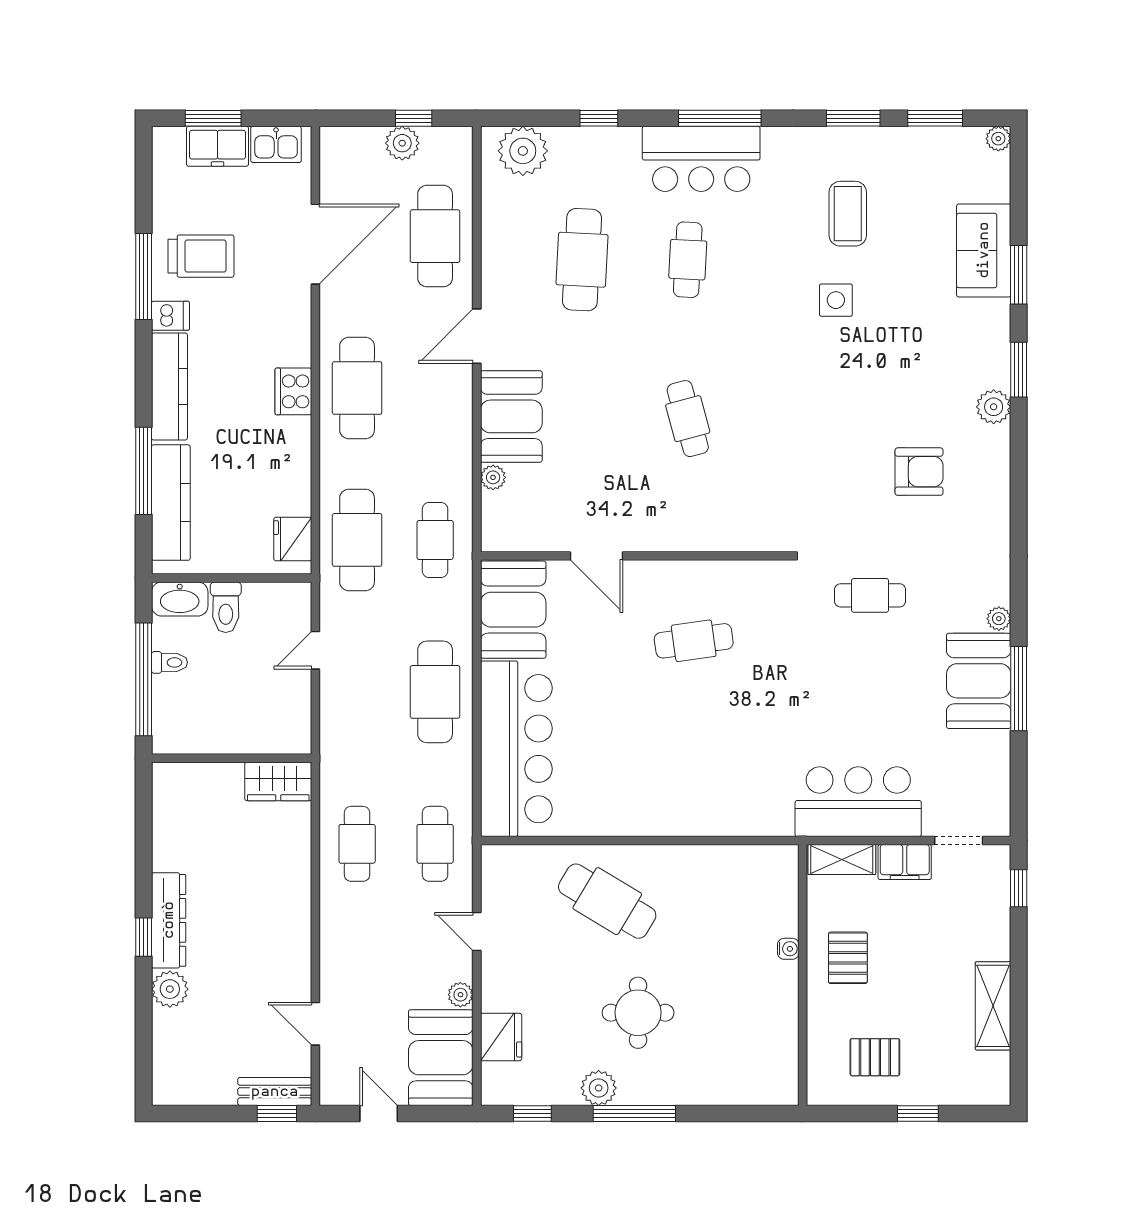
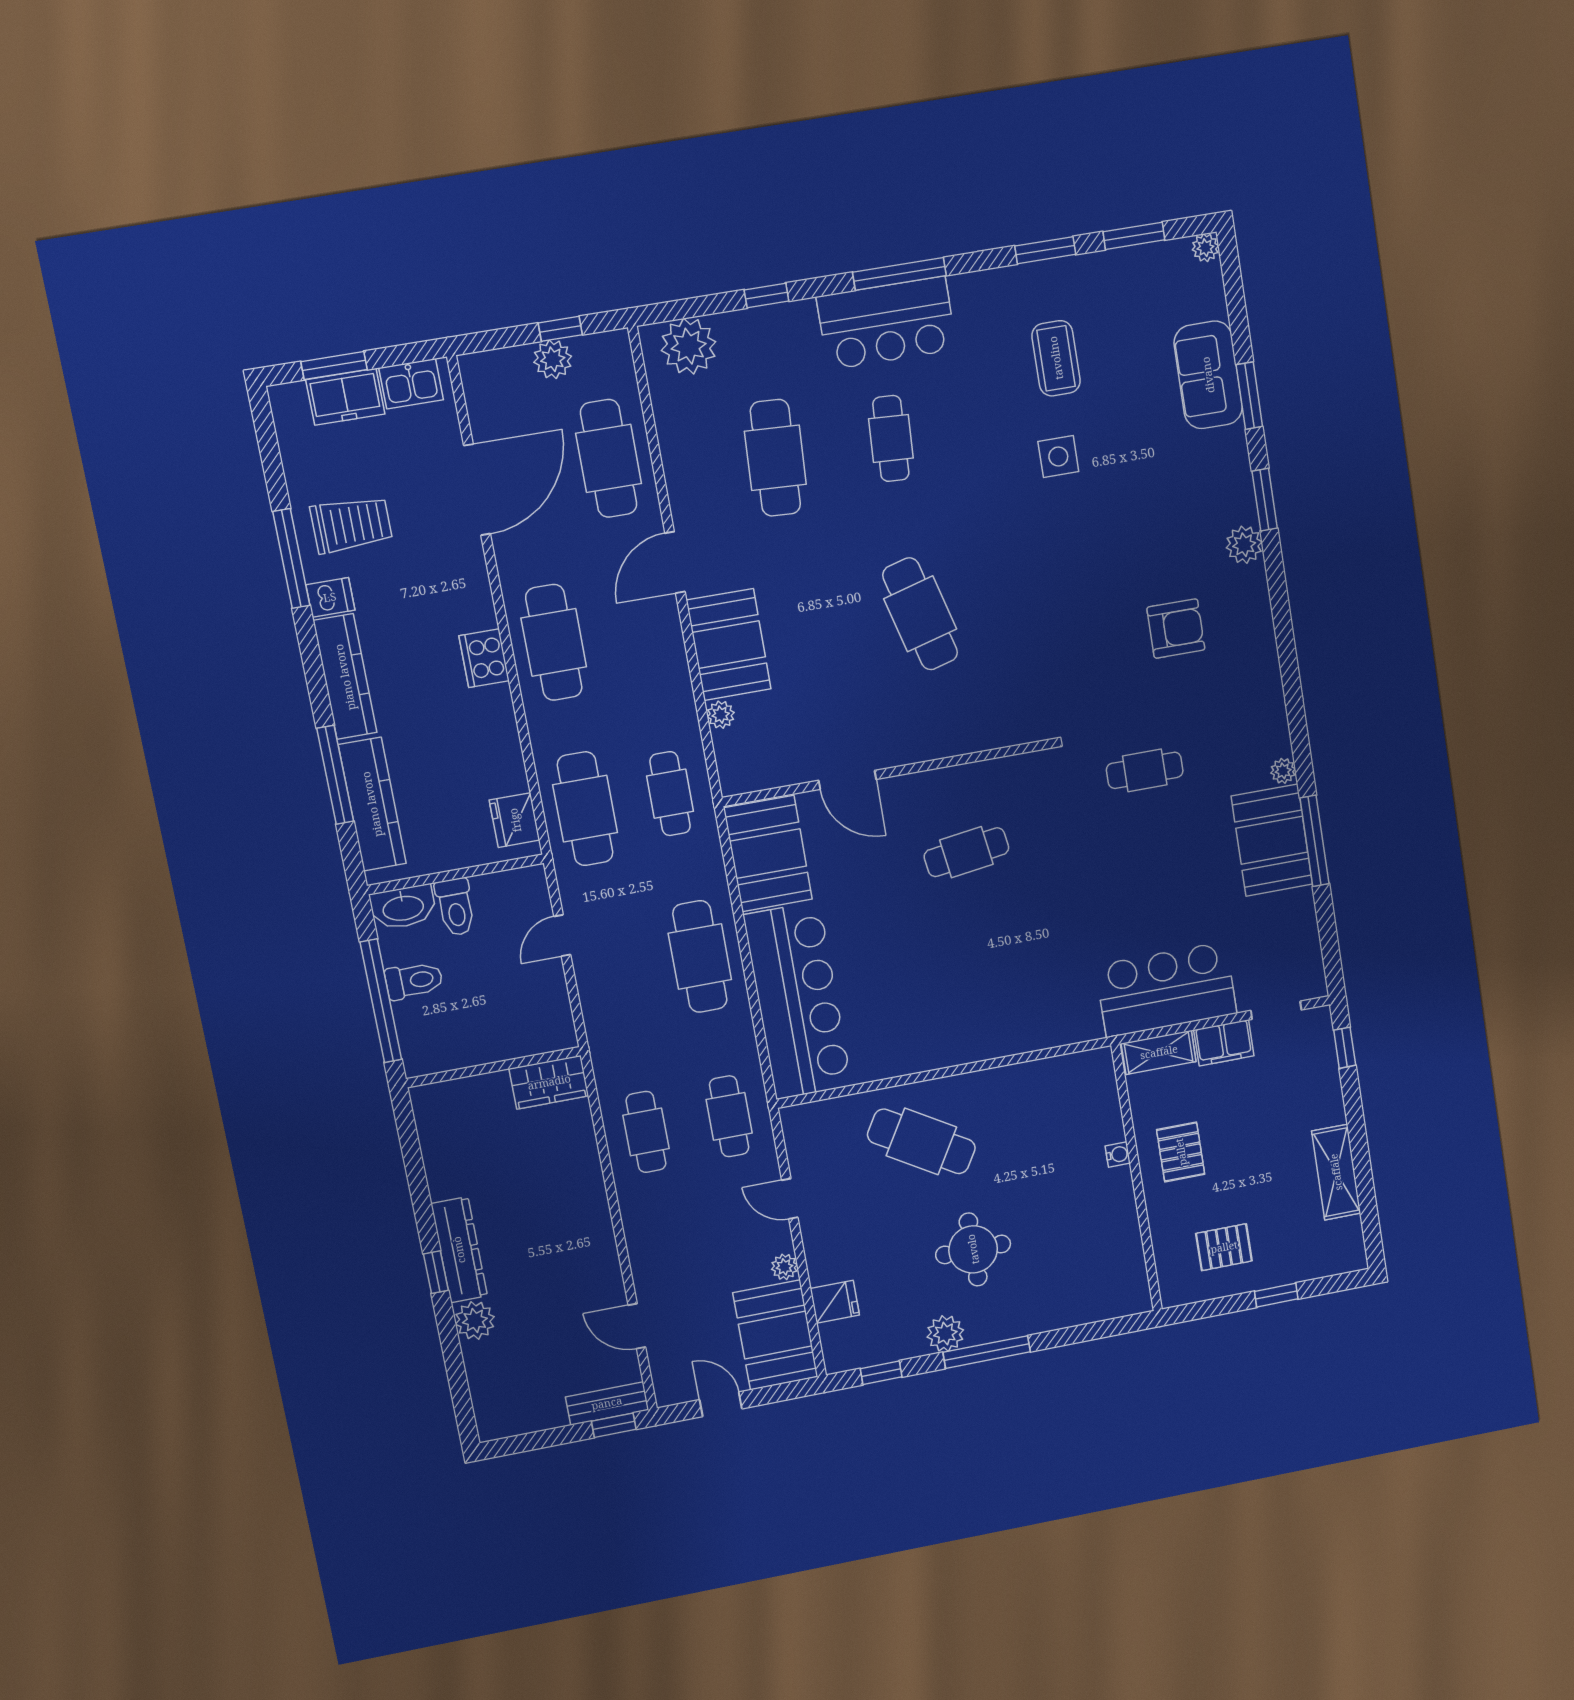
cafe table: (688, 419) -> (920, 614), width x1.37, depth x1.35
toilet: (169, 662) -> (414, 981), width x1.37, depth x1.39
fridge: (501, 1037) -> (835, 1302), width x0.72

